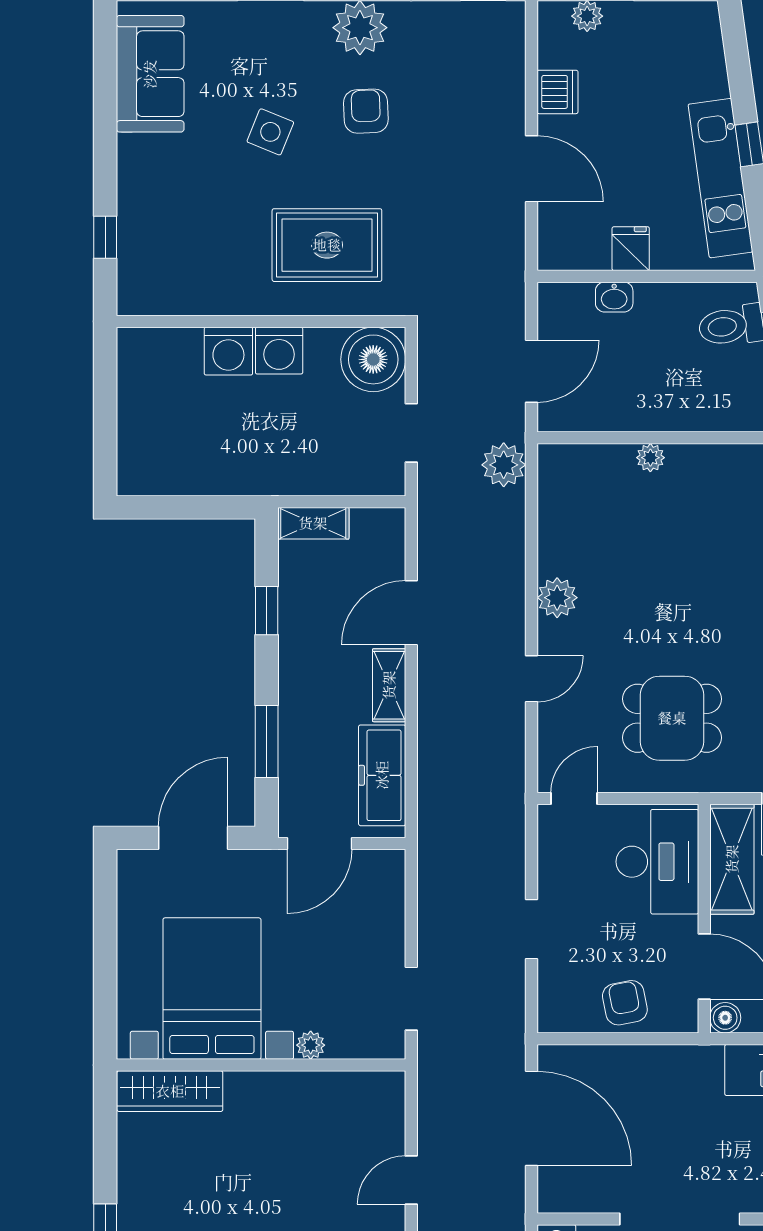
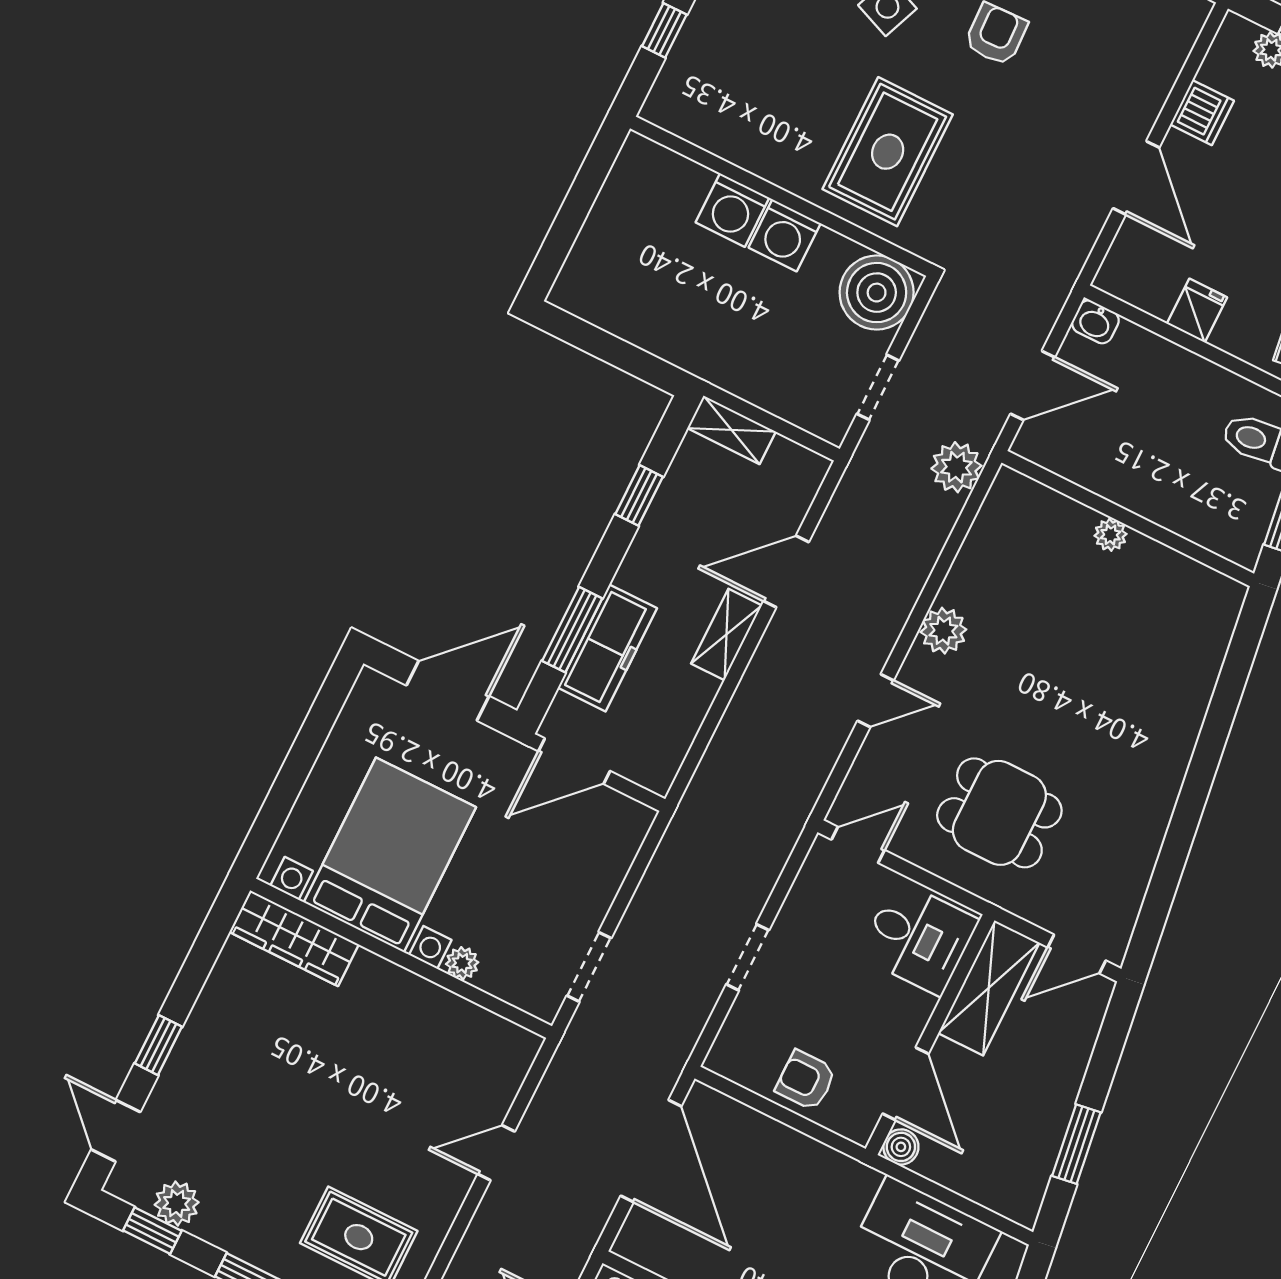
rug: (327, 245) -> (888, 152), turned 90
washbasin: (614, 297) -> (1095, 322), moved
freezer: (382, 775) -> (607, 648), moved, turned 180
desk: (657, 862) -> (918, 938), width x0.73
armchair: (625, 1003) -> (806, 1080), turned -79

